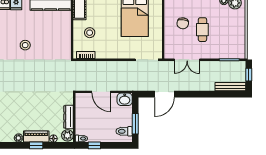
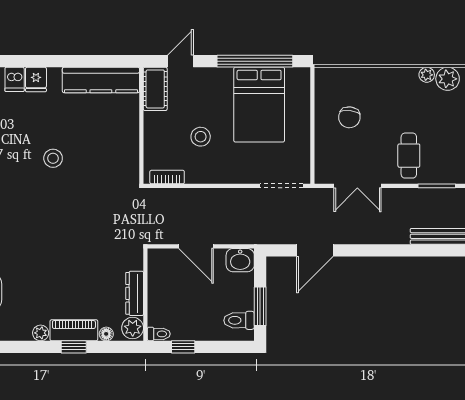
cafe table: (202, 30) -> (409, 156), moved
stool: (90, 33) -> (201, 137), moved

